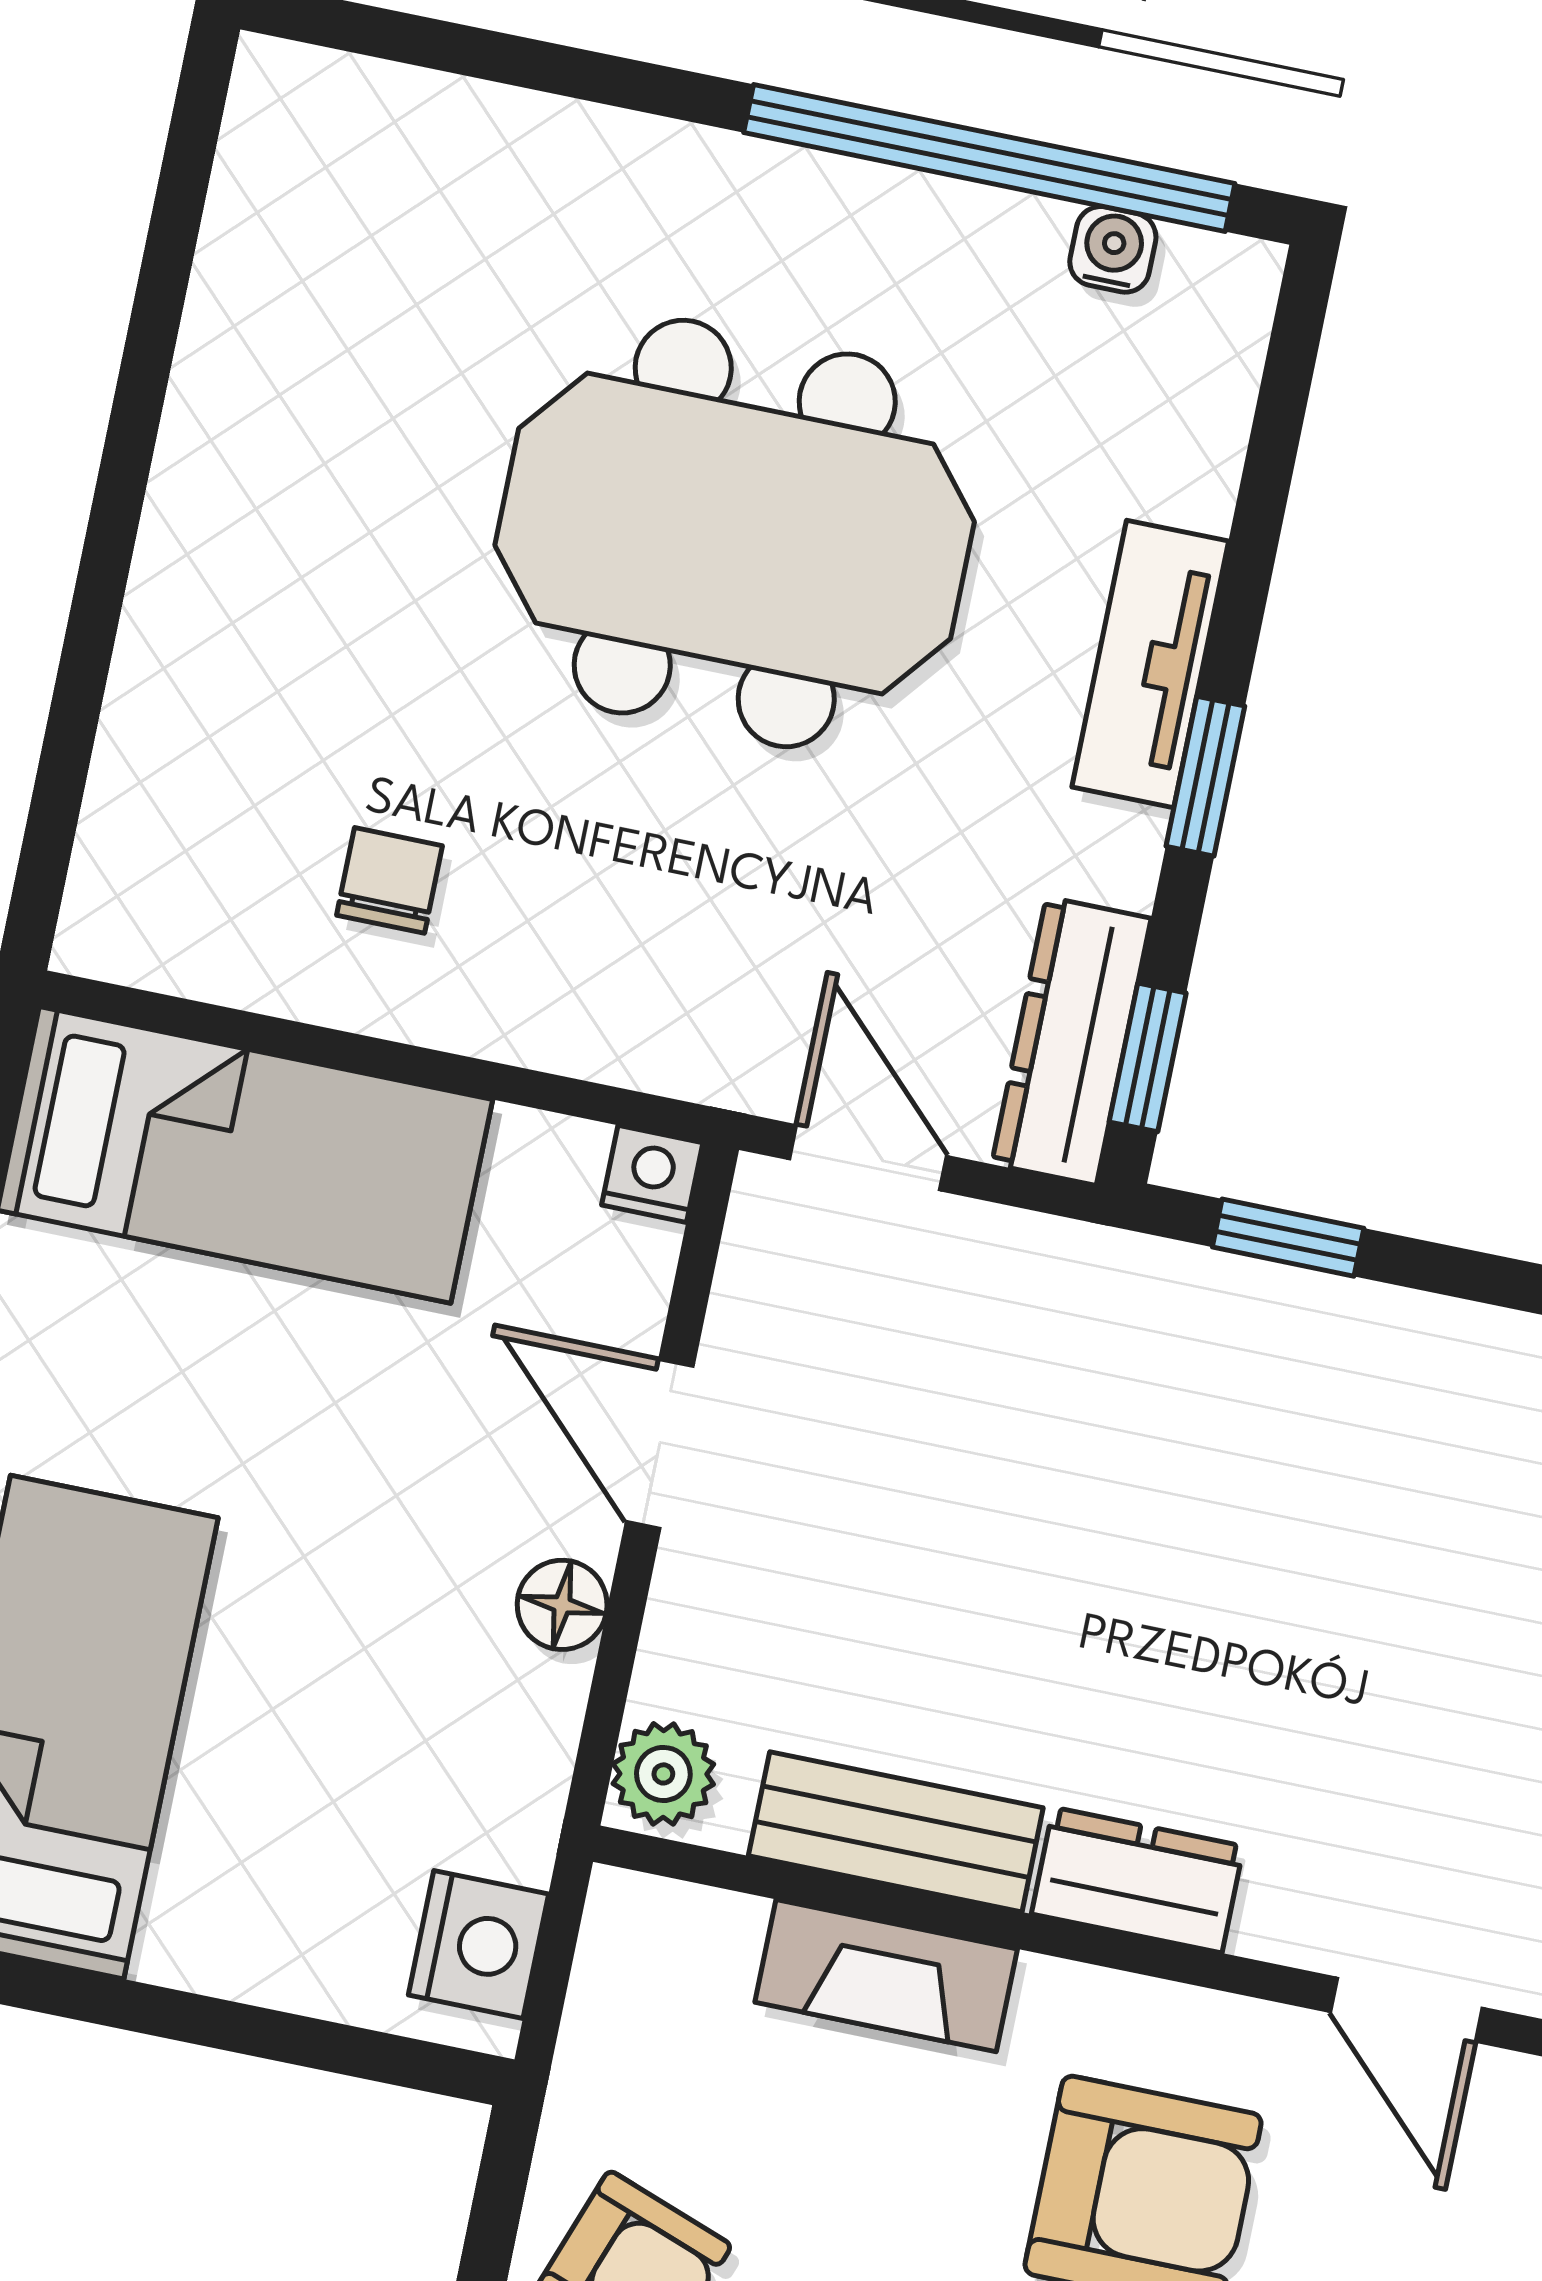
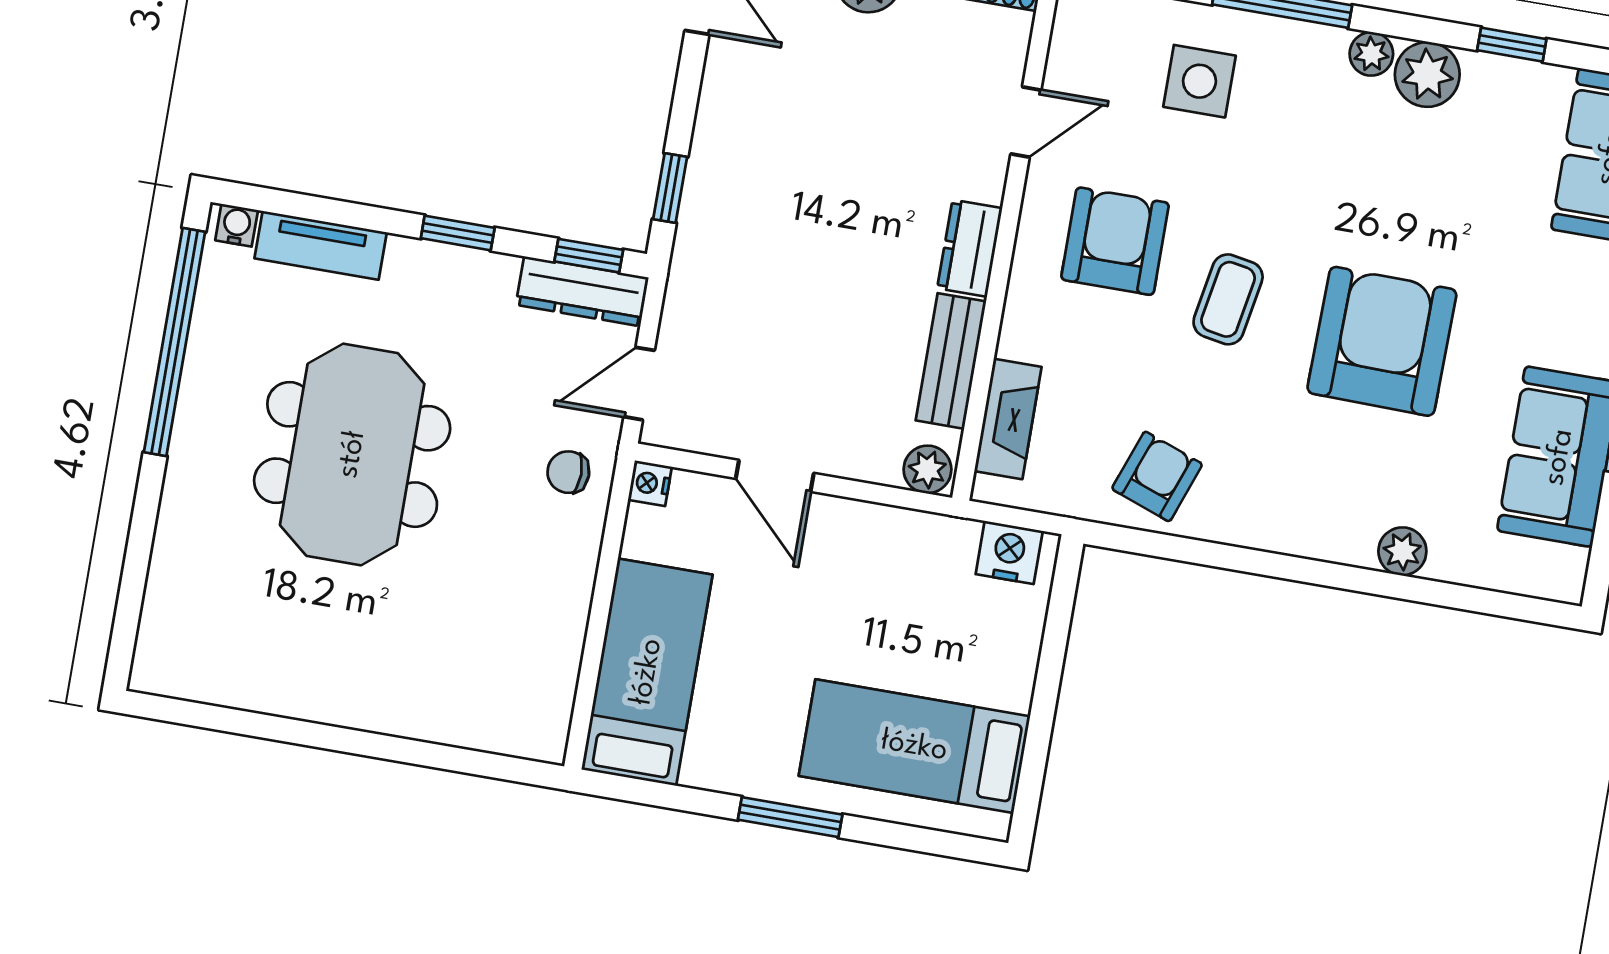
water cooler: (1113, 249) -> (237, 225), moved, turned 90
tv unit: (1150, 664) -> (321, 245), moved
chair: (389, 880) -> (568, 472), moved
door: (660, 1444) -> (775, 476), hinge flipped
floor lamp: (562, 1605) -> (851, 519), removed
fireplace: (886, 1976) -> (1008, 419), moved

